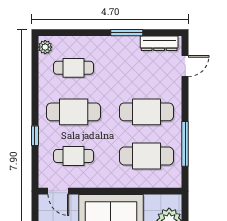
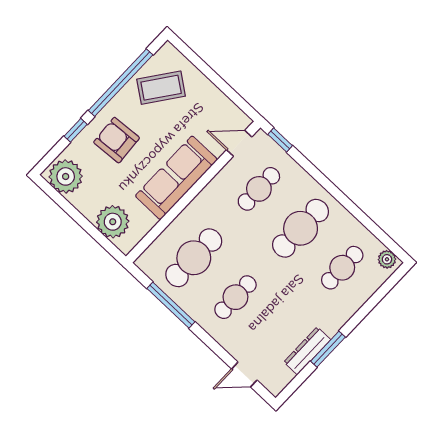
dresser: (159, 43) -> (307, 351), moved
door: (185, 66) -> (244, 375), hinge flipped
cafe table: (146, 112) -> (235, 297), width x0.73, depth x0.74
window: (35, 136) -> (280, 140), moved

